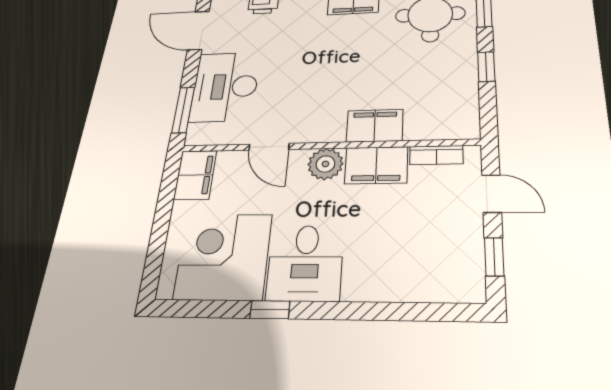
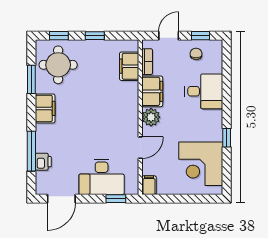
window: (183, 110) -> (116, 199), width x0.67
filing cabinet: (375, 126) -> (129, 66), moved
filing cabinet: (195, 175) -> (149, 185), width x0.50
chair: (453, 247) -> (196, 54), added
desk: (305, 263) -> (204, 91), moved

